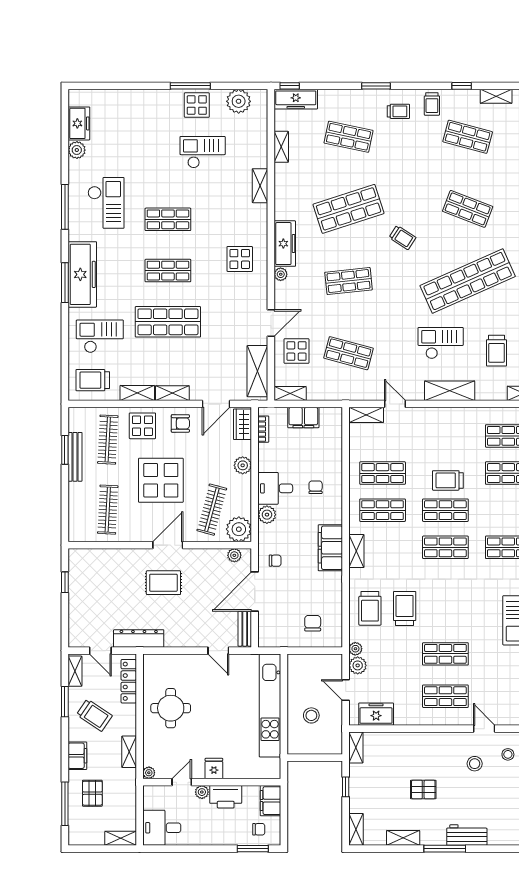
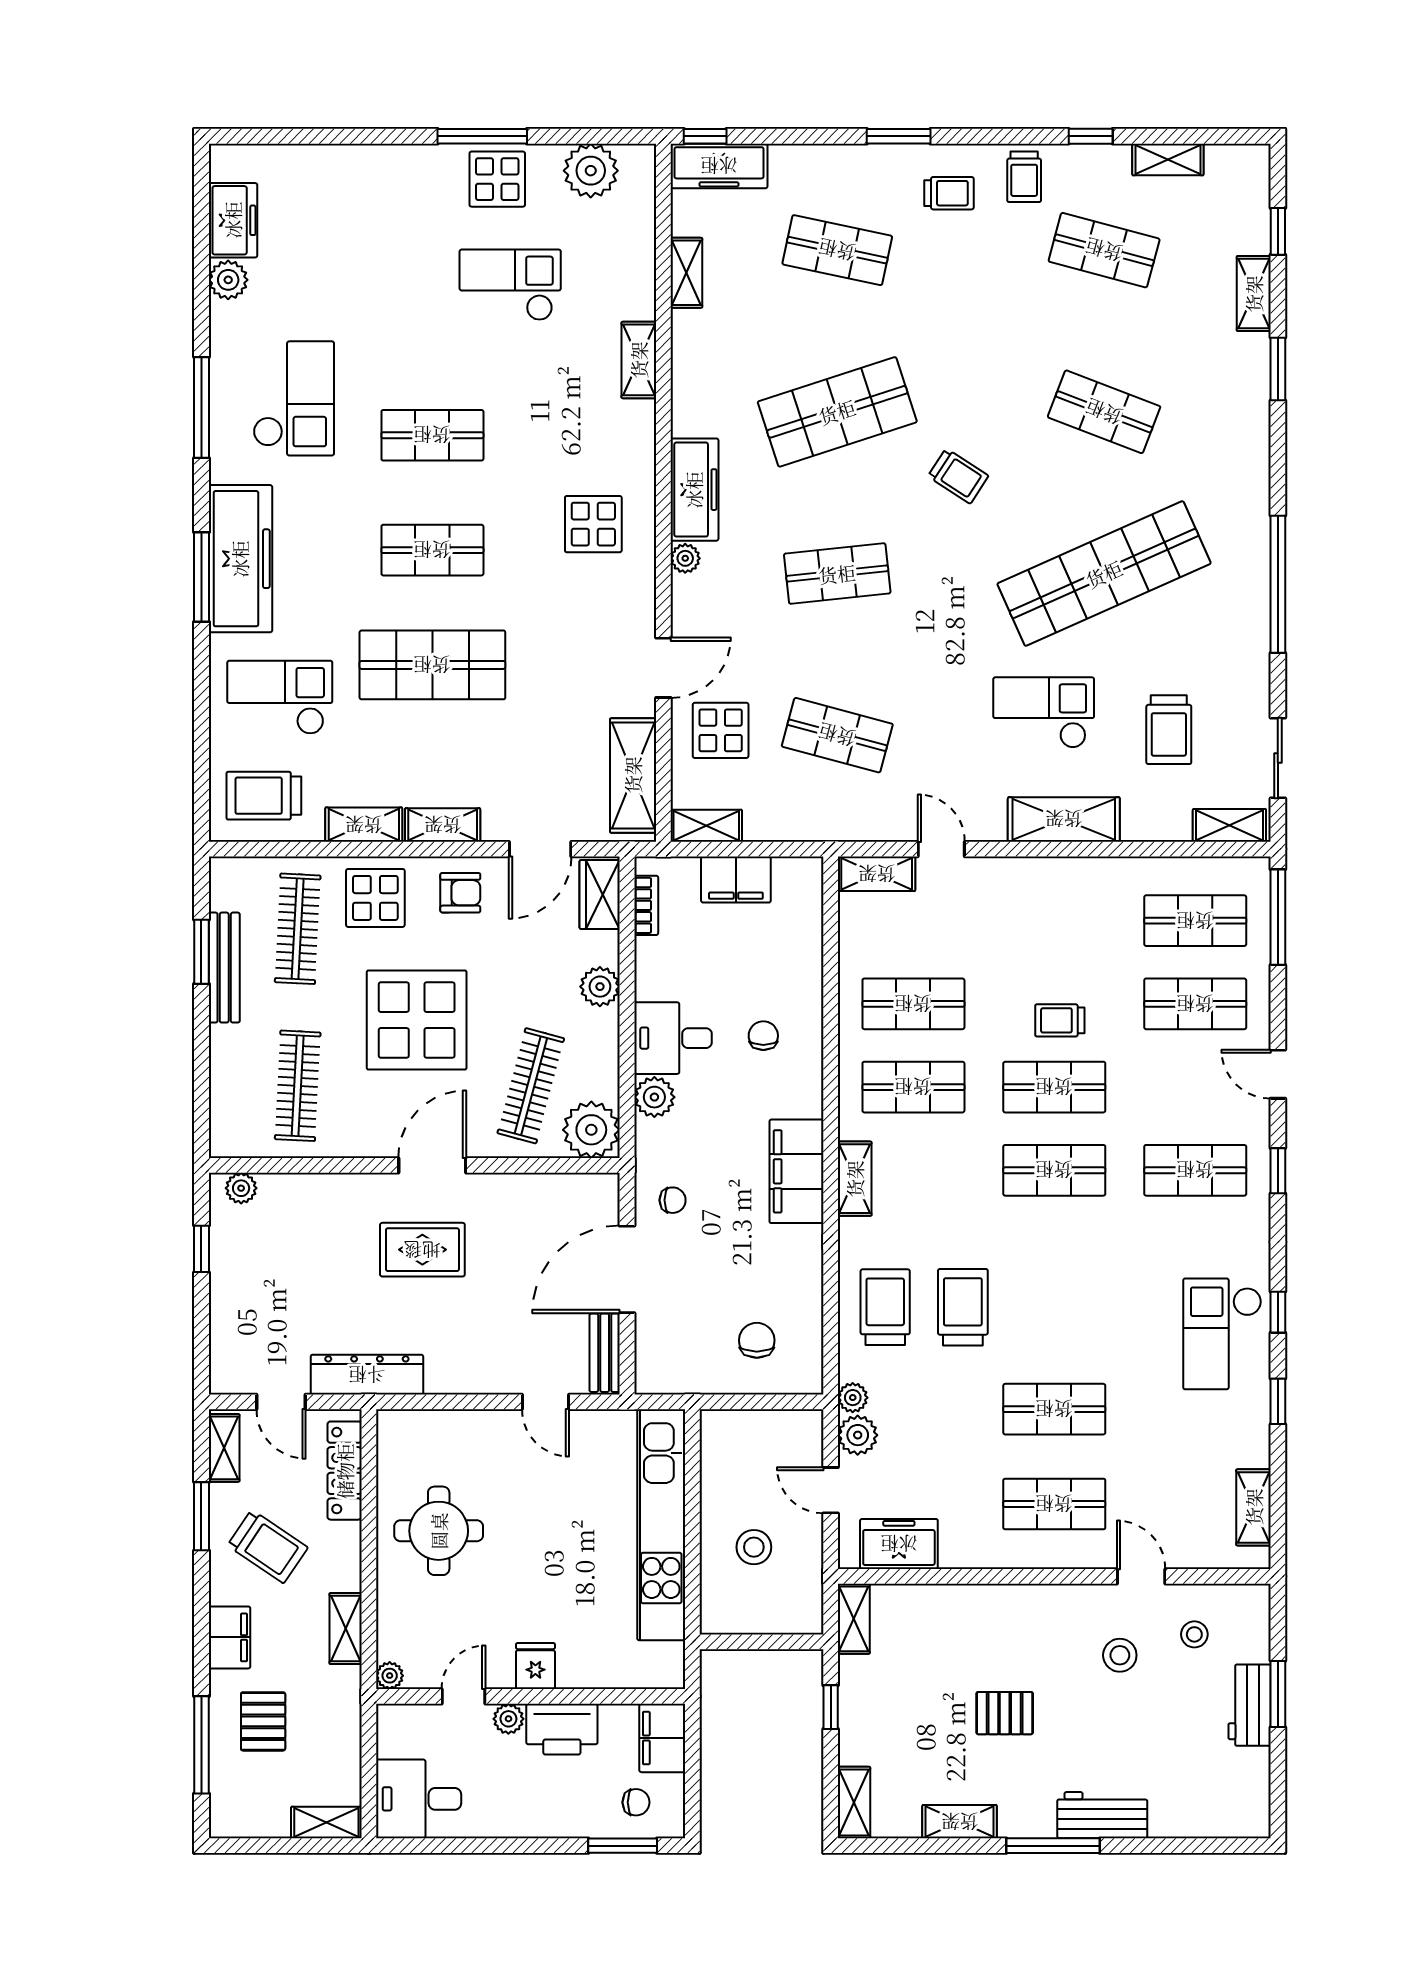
trolley: (448, 480) -> (1060, 1020), width x0.73, depth x0.72
plant: (234, 555) -> (241, 1188), moved
trolley: (370, 608) -> (885, 1307), turned 180

